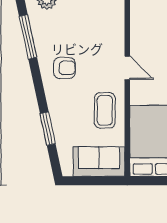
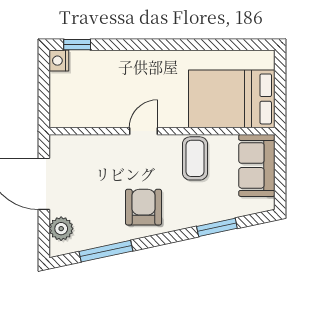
armchair: (64, 68) -> (144, 207), width x1.38, depth x1.38
coffee table: (105, 110) -> (195, 158), turned 90

